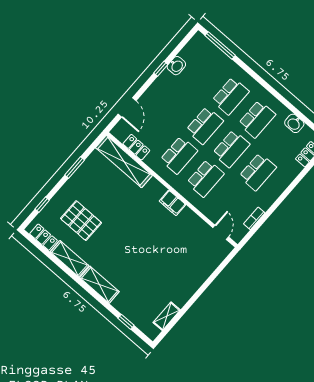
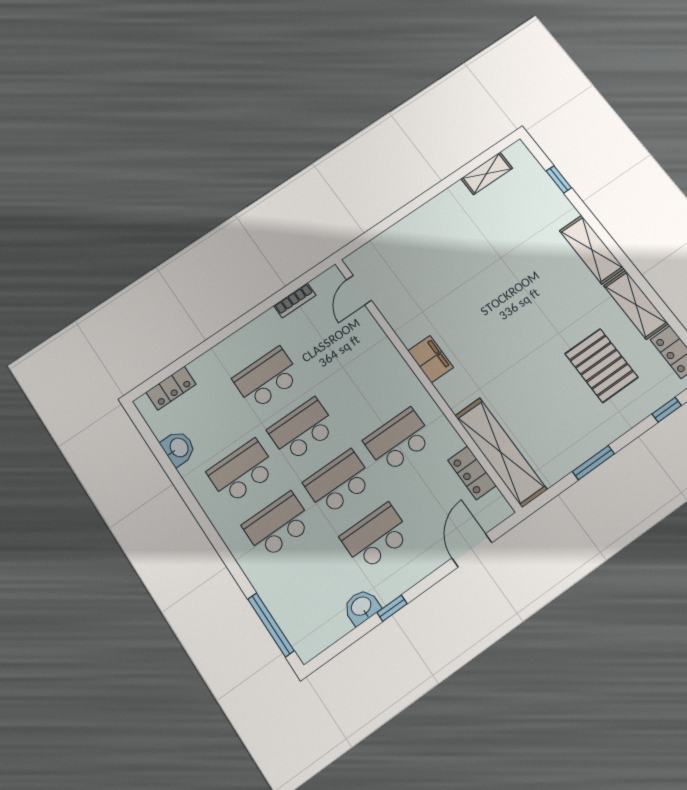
school desk: (205, 178) -> (376, 537), moved

